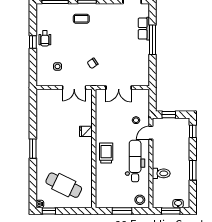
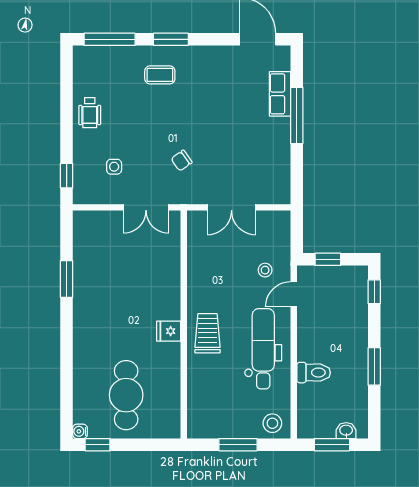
window: (33, 42) -> (67, 176), moved
fridge: (86, 131) -> (169, 331), moved
window: (33, 149) -> (67, 279), moved
cafe table: (64, 185) -> (126, 395), turned 64

